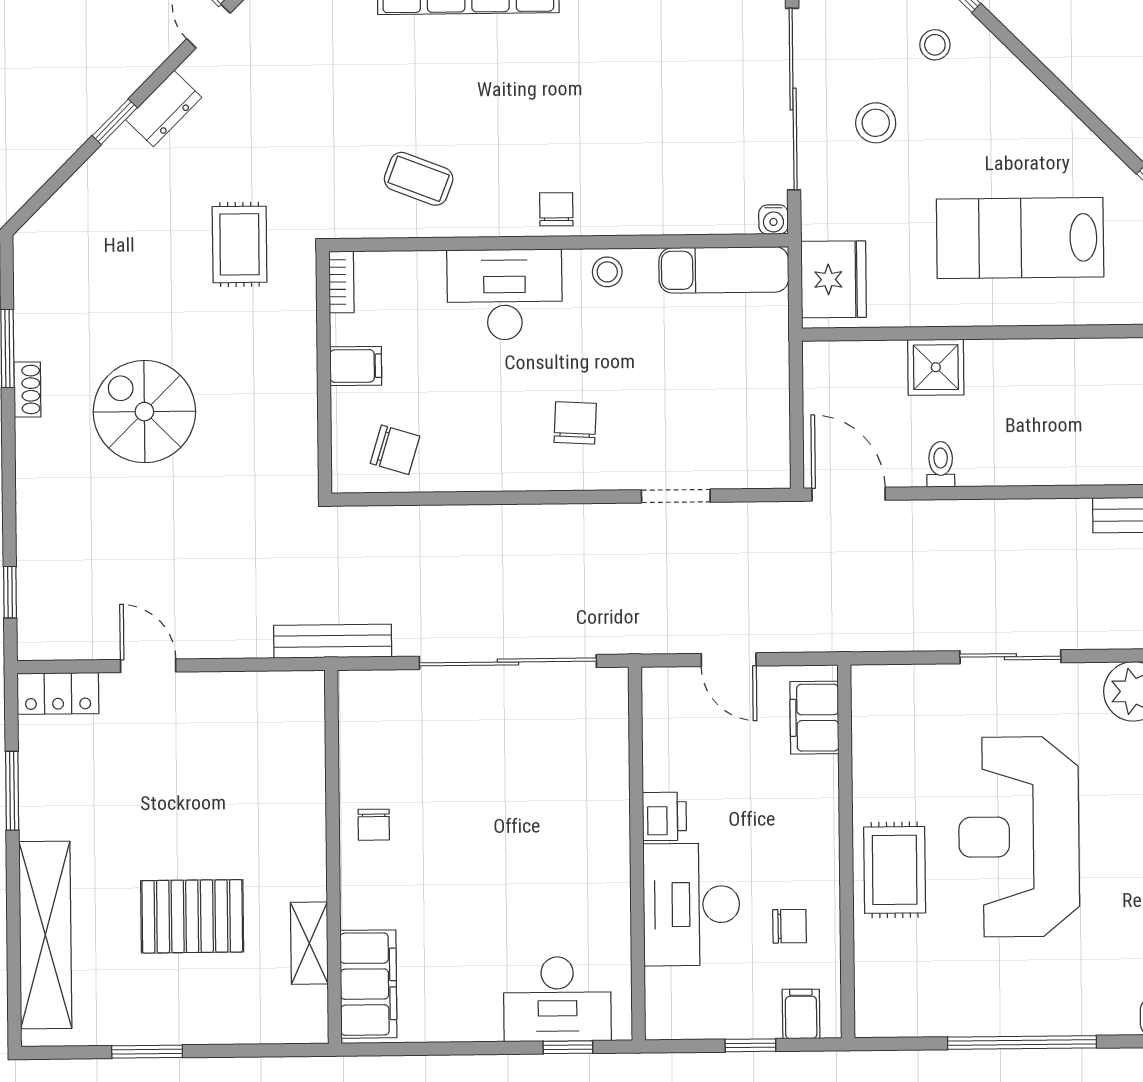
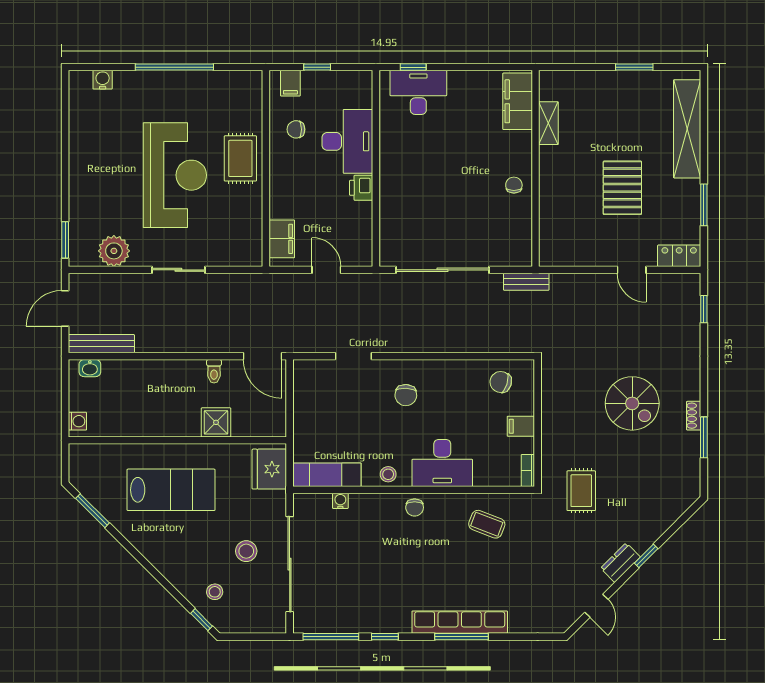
water cooler: (773, 220) -> (340, 501), moved
bench: (333, 641) -> (526, 282), width x0.73
pallet: (192, 916) -> (622, 188), moved, turned 90

